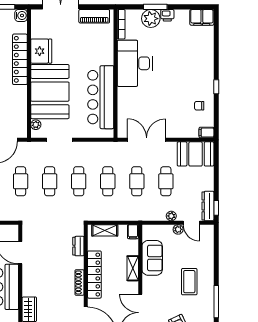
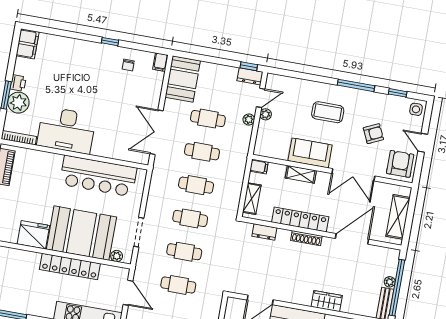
locker: (20, 59) -> (70, 266), moved
dresser: (208, 206) -> (250, 76), width x0.70
sofa: (152, 258) -> (310, 153), moved

